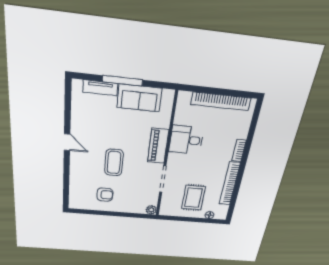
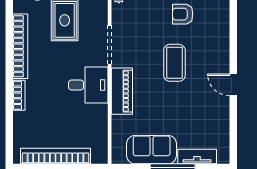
desk: (186, 140) -> (88, 85), moved

